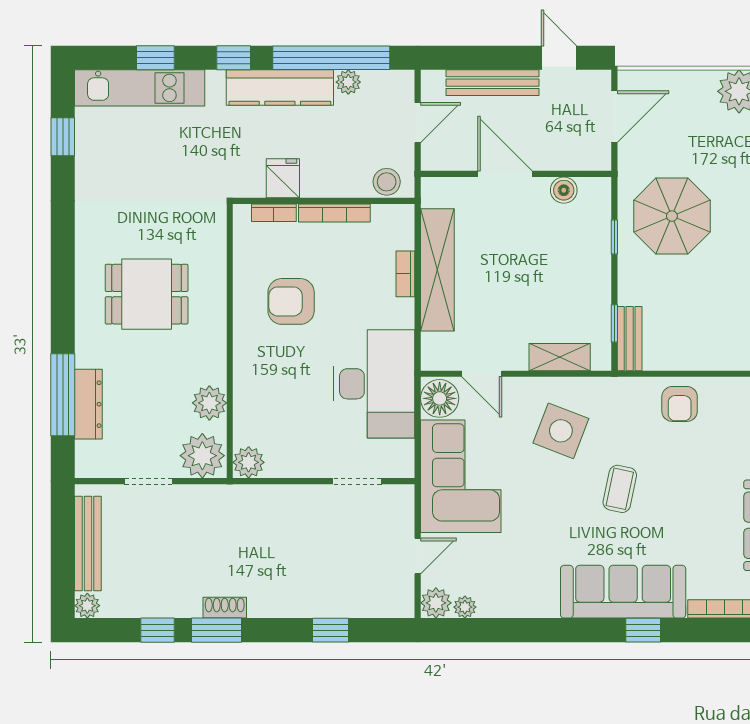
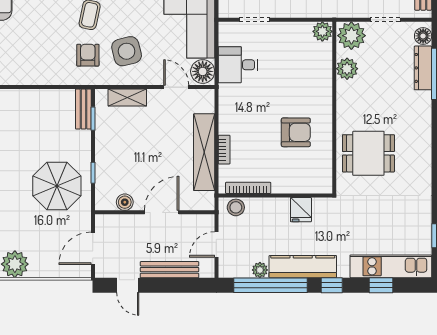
door: (505, 174) -> (162, 212), swing flipped
bookcase: (274, 213) -> (307, 188), removed
bookcase: (334, 213) -> (248, 188), moved
dining table: (147, 294) -> (368, 153), moved
desk: (374, 384) -> (238, 65), width x0.53, depth x0.77
armchair: (680, 404) -> (88, 55), moved
side table: (561, 431) -> (127, 51), turned -35
floor lamp: (88, 455) -> (423, 36), added

